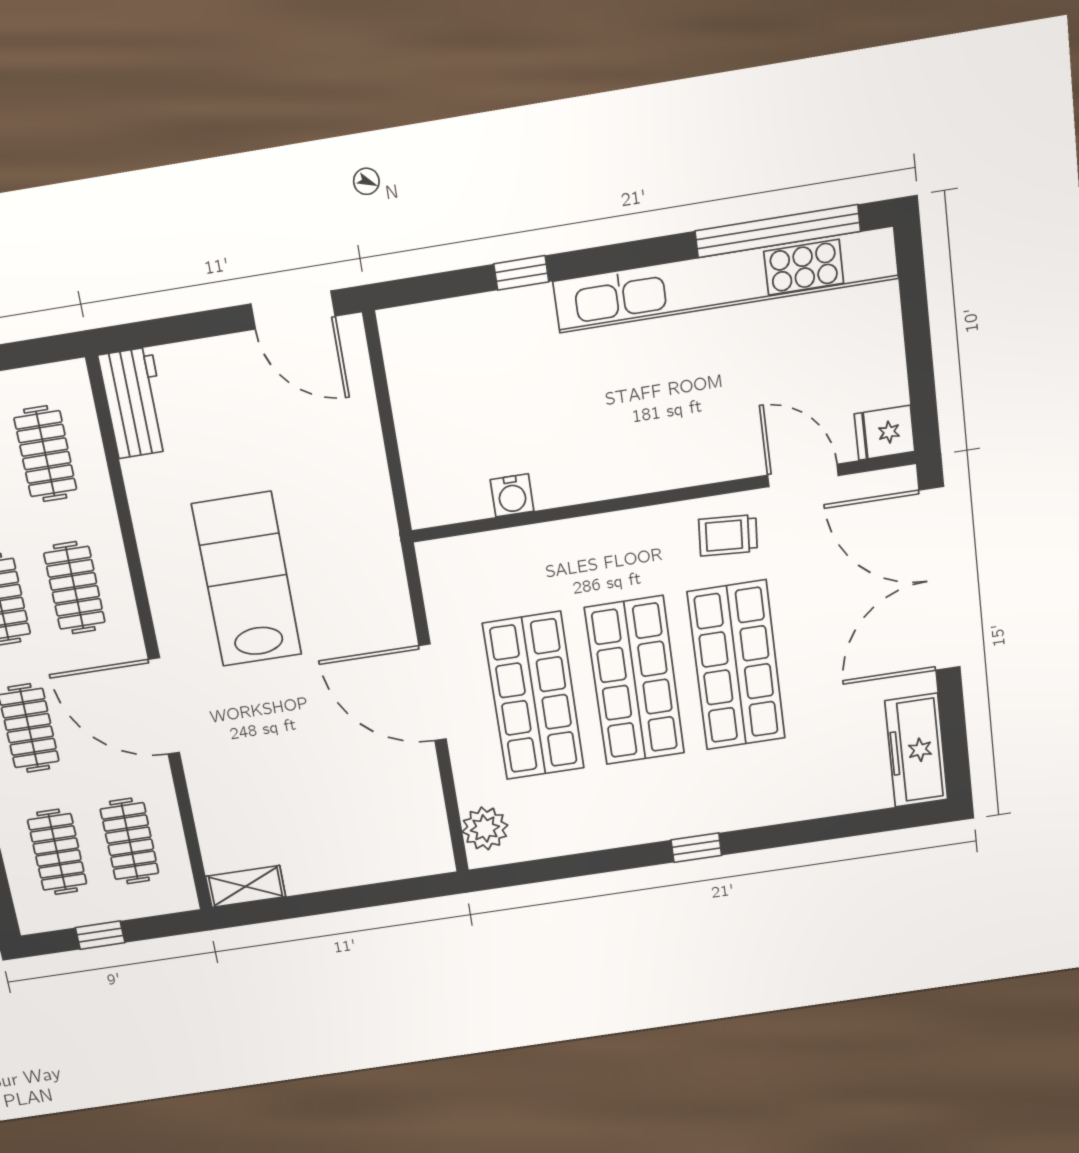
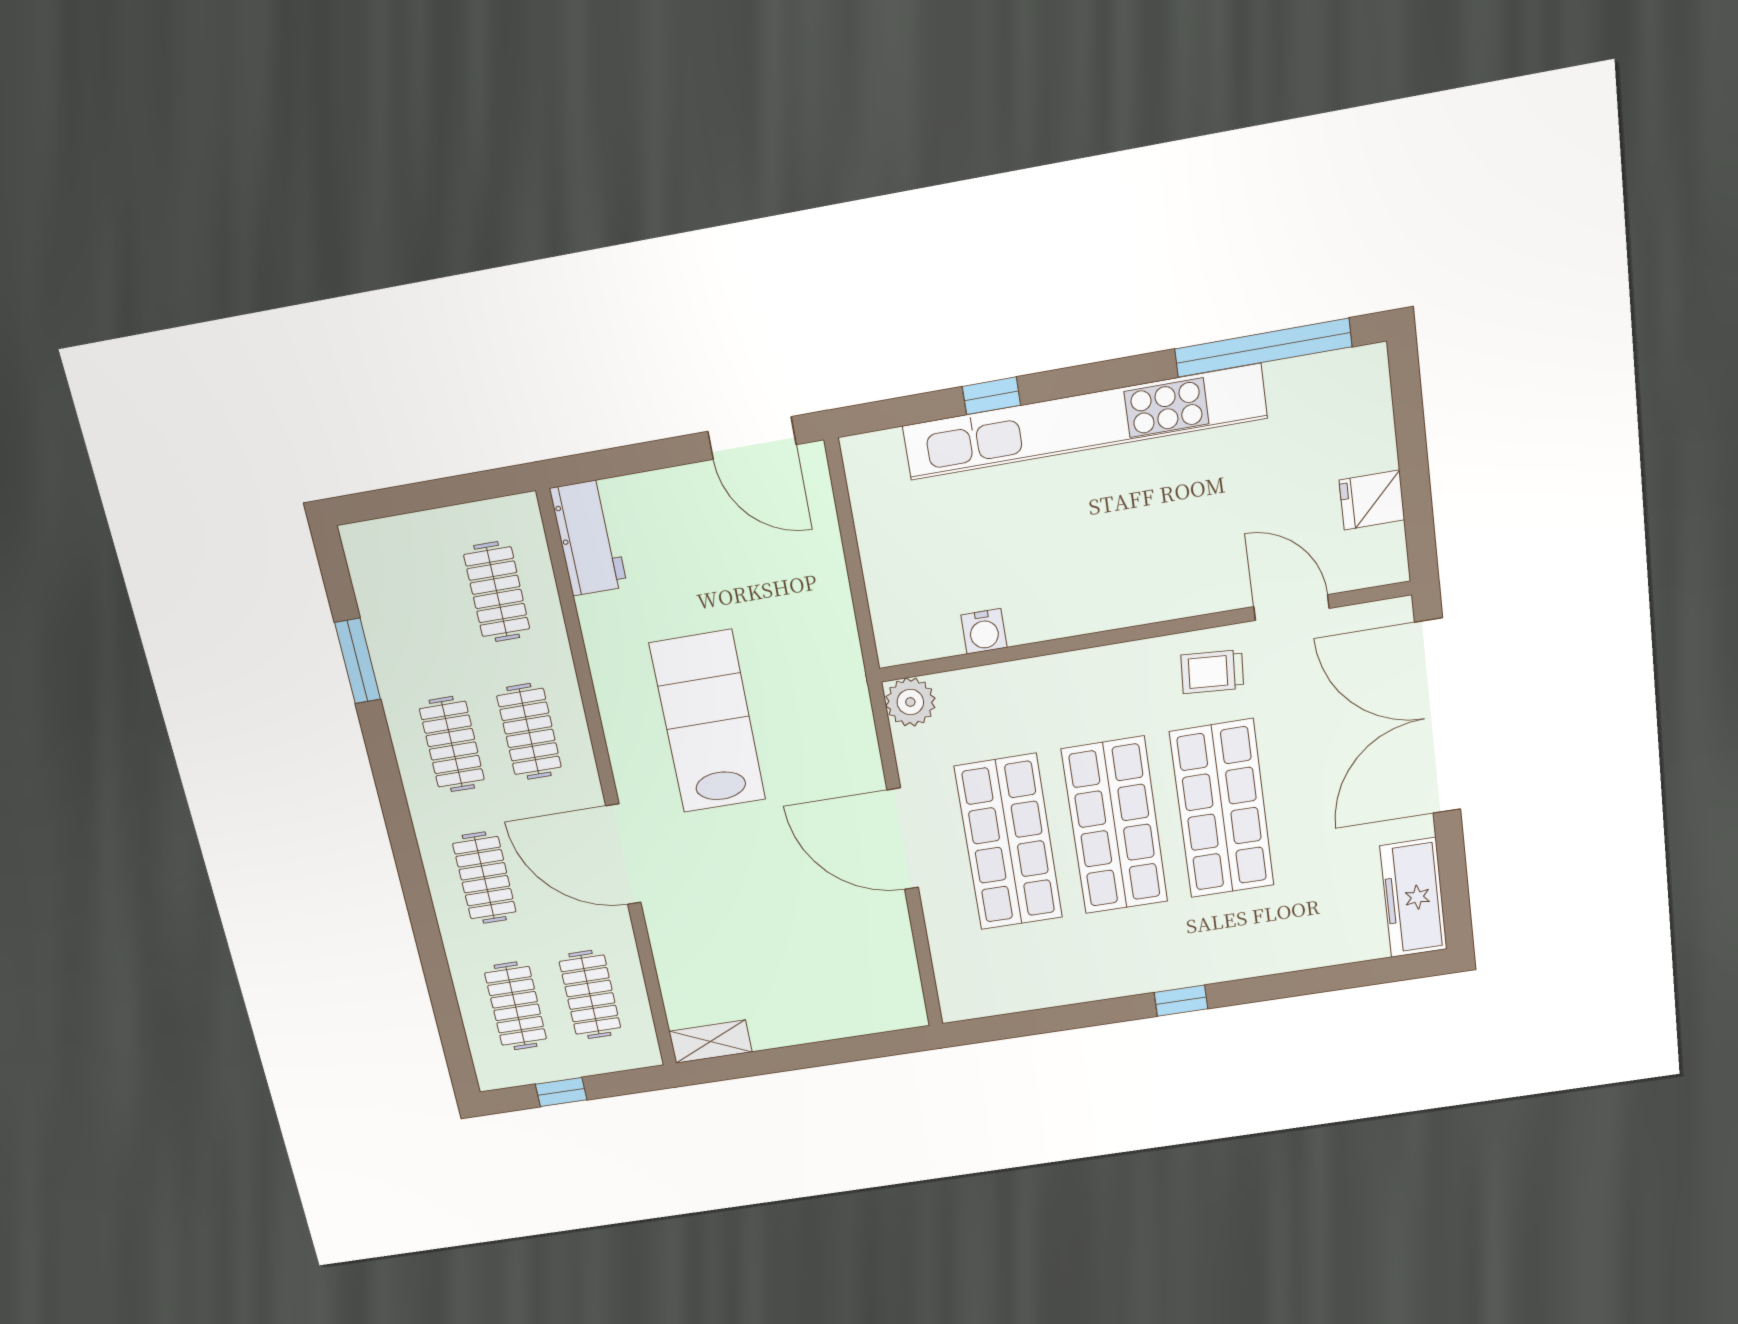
kitchen unit: (725, 280) -> (1084, 422), moved
fridge: (885, 433) -> (1372, 500), moved
plant: (485, 828) -> (910, 702), moved

